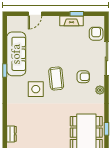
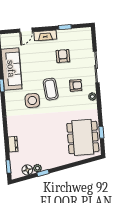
fireplace: (72, 21) -> (45, 35), moved
armchair: (96, 34) -> (63, 56), moved

